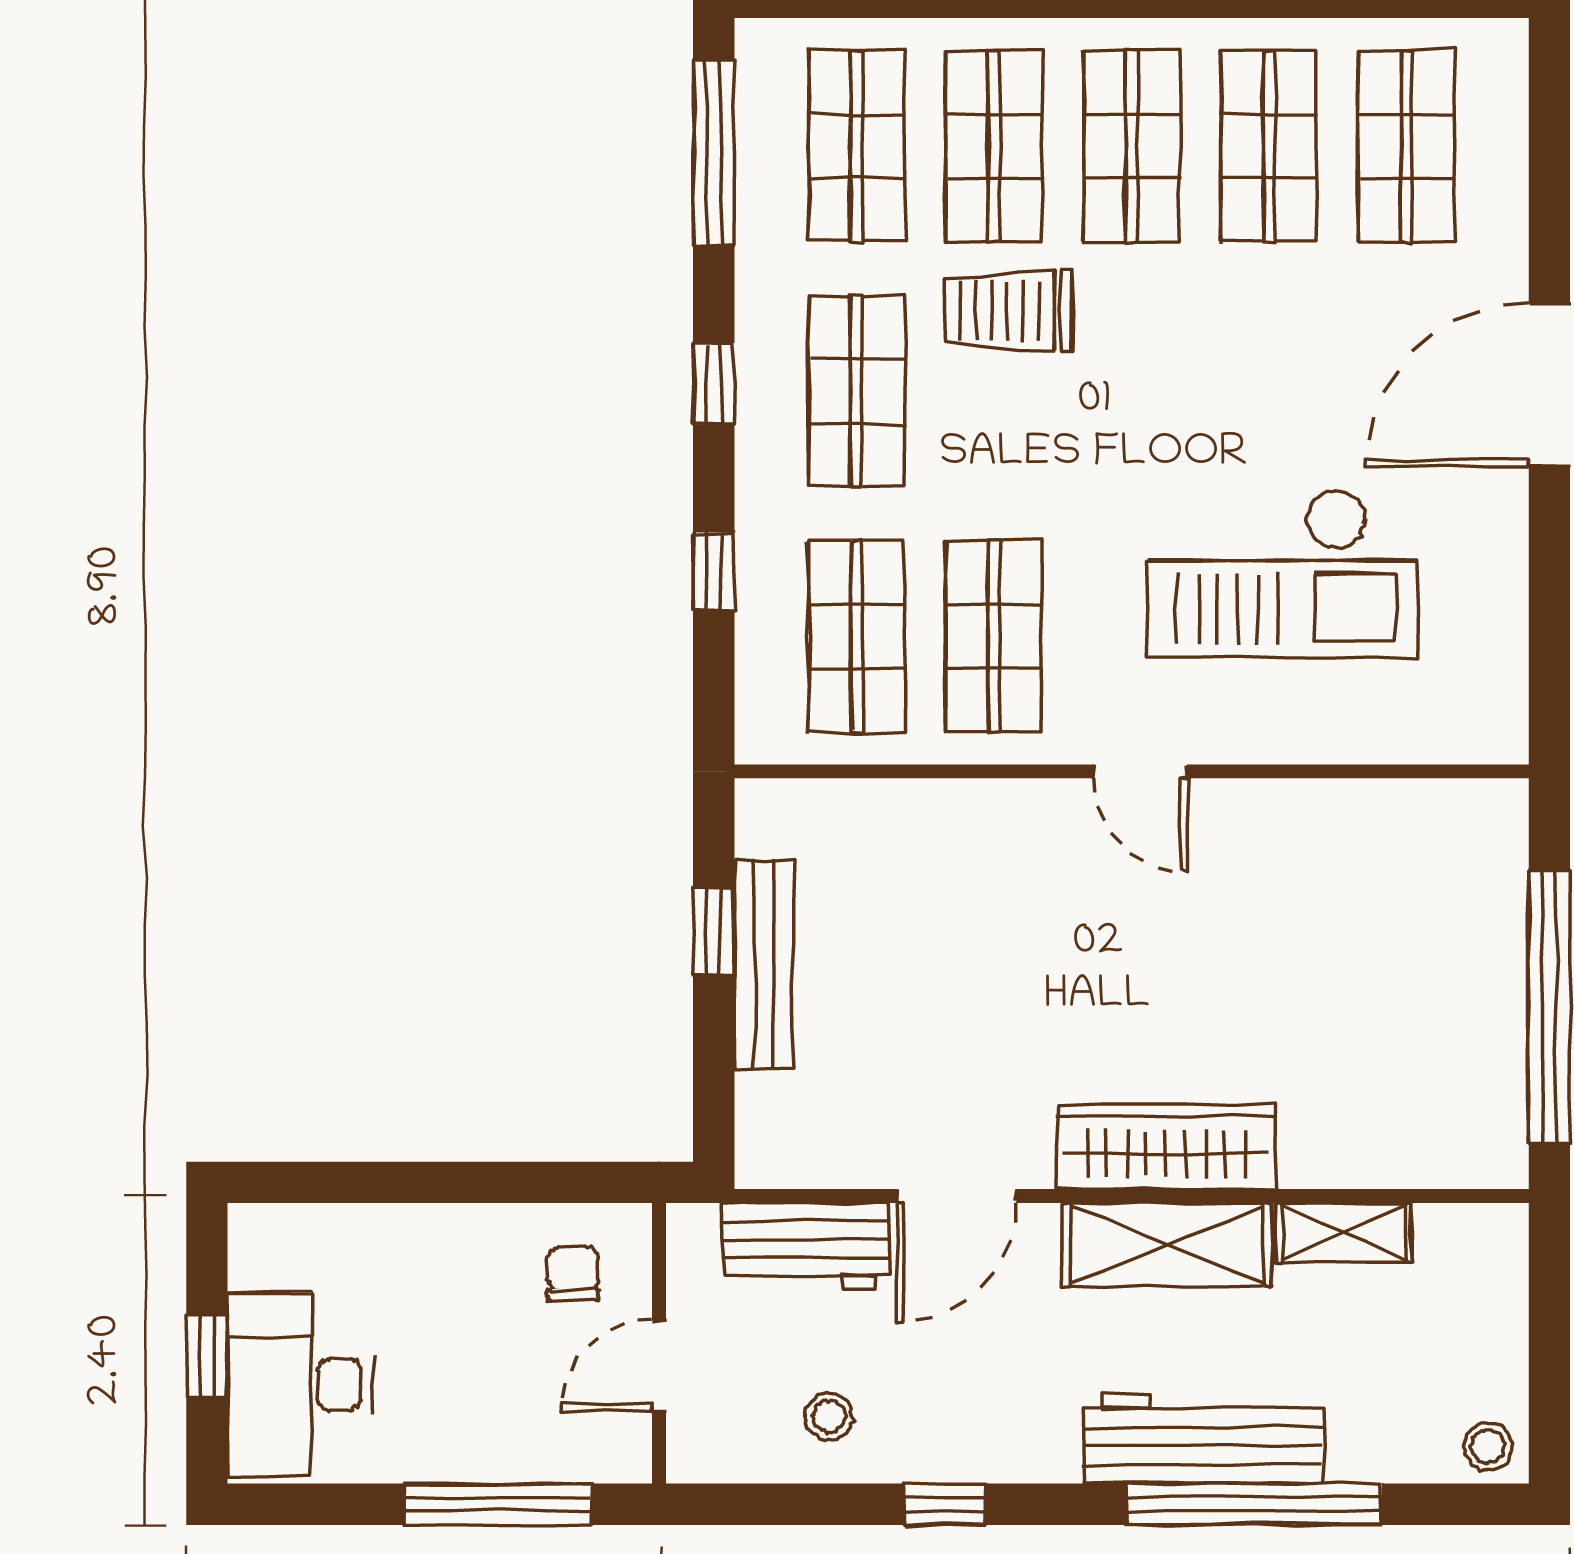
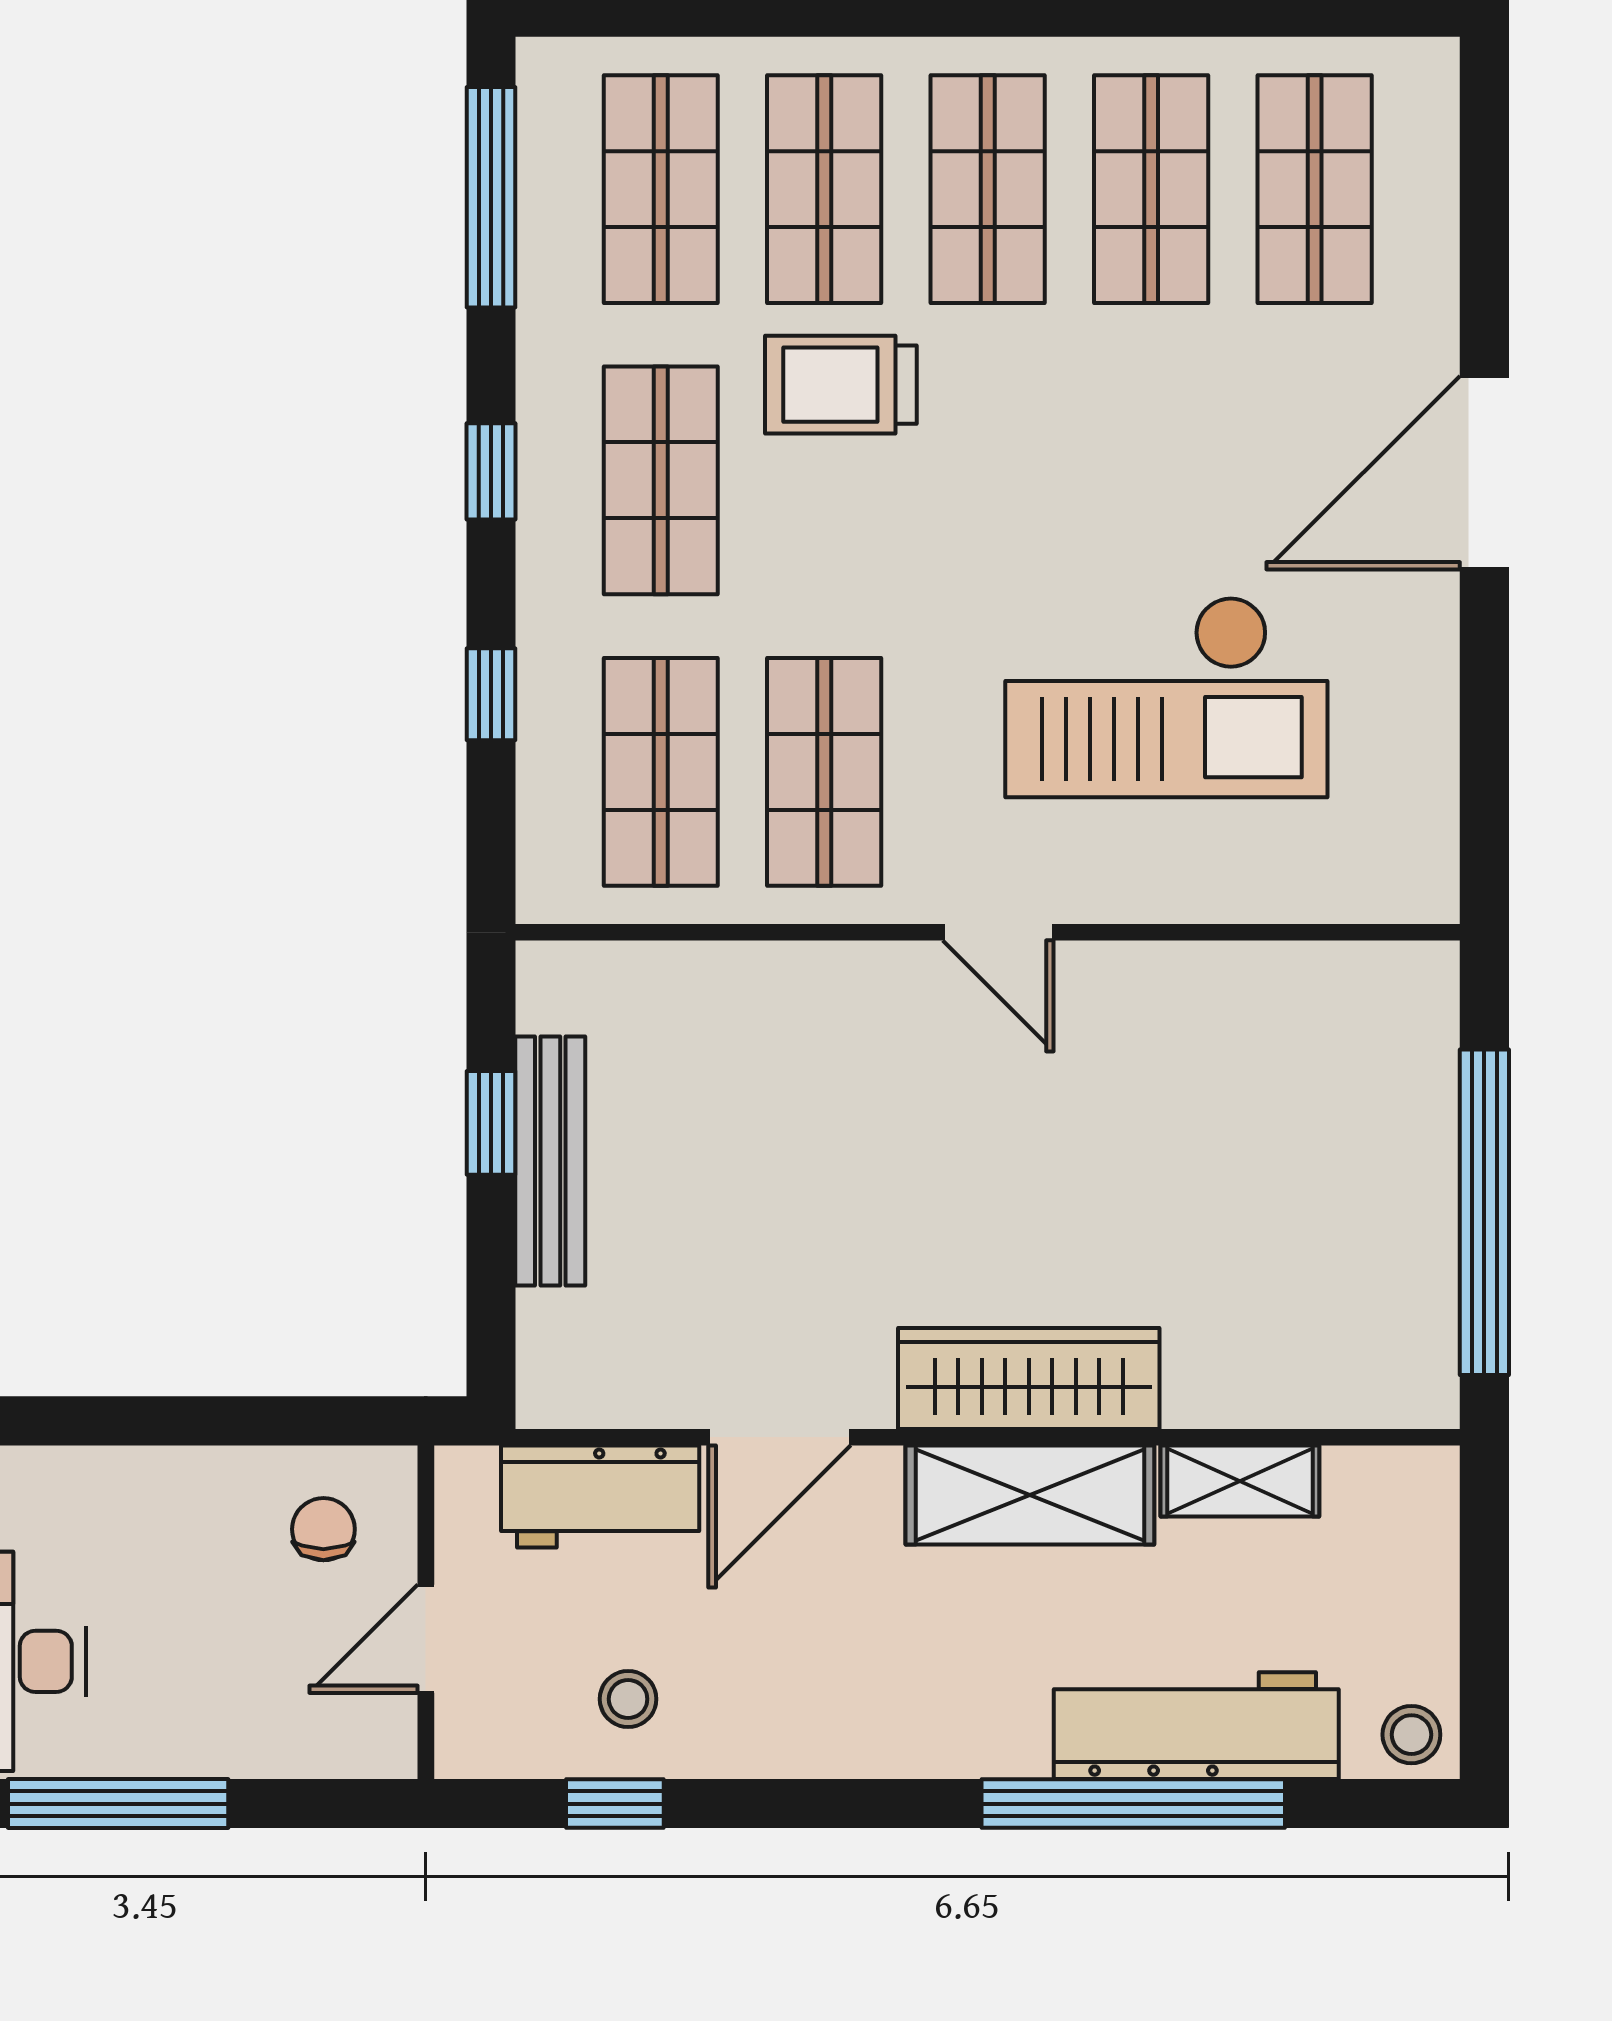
workbench: (1203, 1439) -> (1196, 1726), moved
window: (498, 1504) -> (118, 1804), moved
window: (945, 1504) -> (615, 1804), moved

